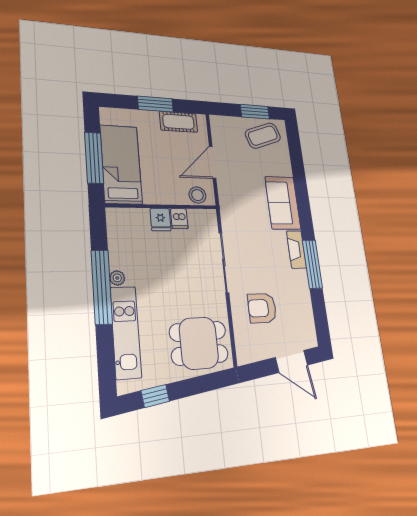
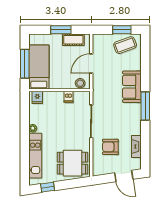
fridge: (161, 220) -> (37, 97), moved
fireplace: (296, 249) -> (136, 146), moved
window: (312, 264) -> (145, 106), moved
window: (102, 287) -> (25, 133), removed

